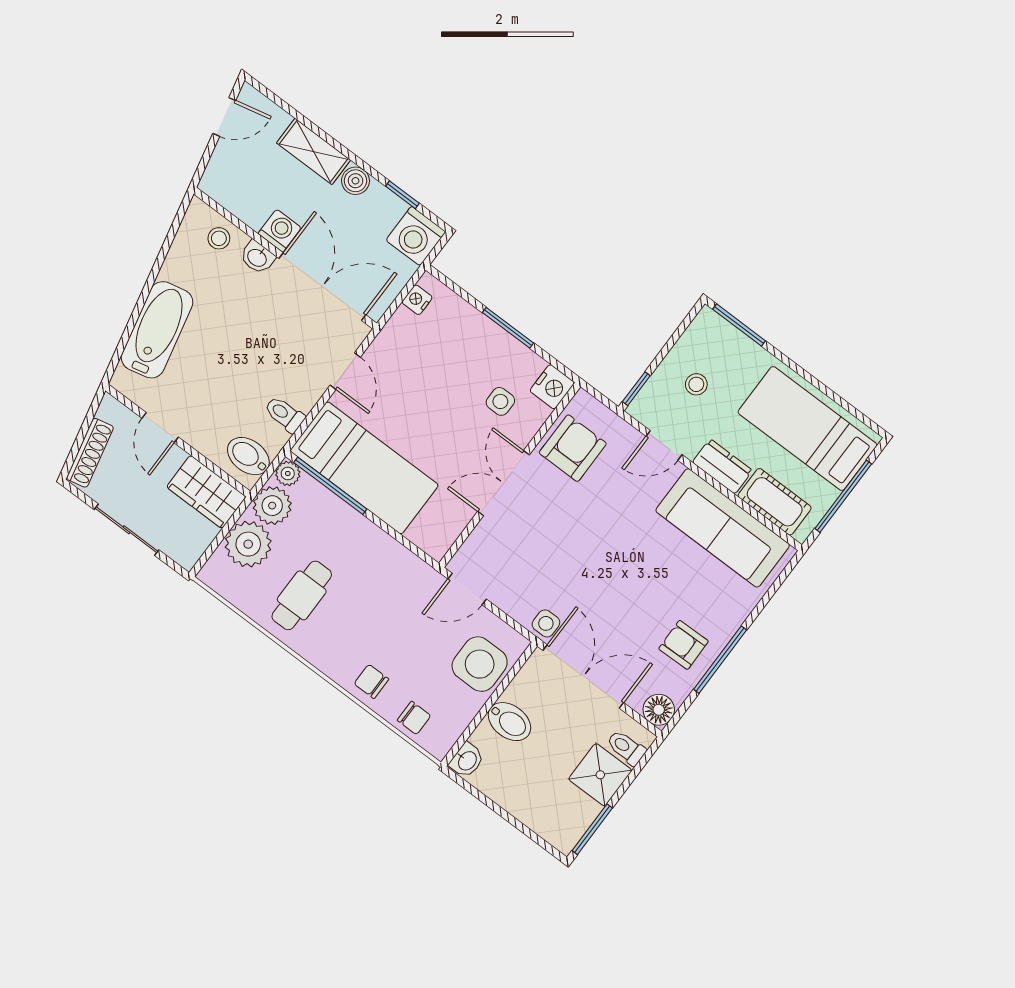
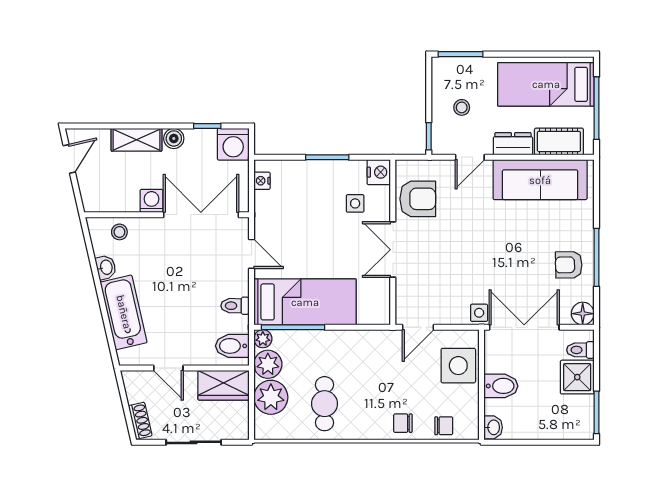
washbasin: (257, 257) -> (106, 267), moved, turned -103
armchair: (573, 448) -> (418, 199), turned 90
shoe rack: (90, 453) -> (140, 421), width x0.70

